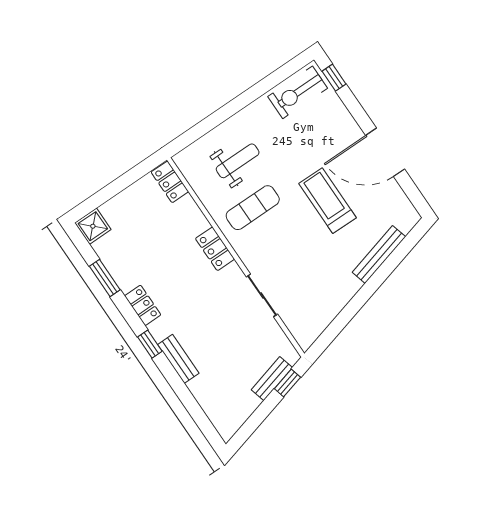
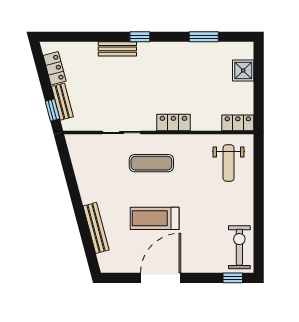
weight bench: (238, 161) -> (229, 163), moved
treadmill: (328, 201) -> (155, 218), turned 180
exercise mat: (253, 208) -> (151, 163), moved, turned 90
shower: (93, 226) -> (243, 70), moved
locker: (143, 305) -> (55, 68), moved, turned -105

